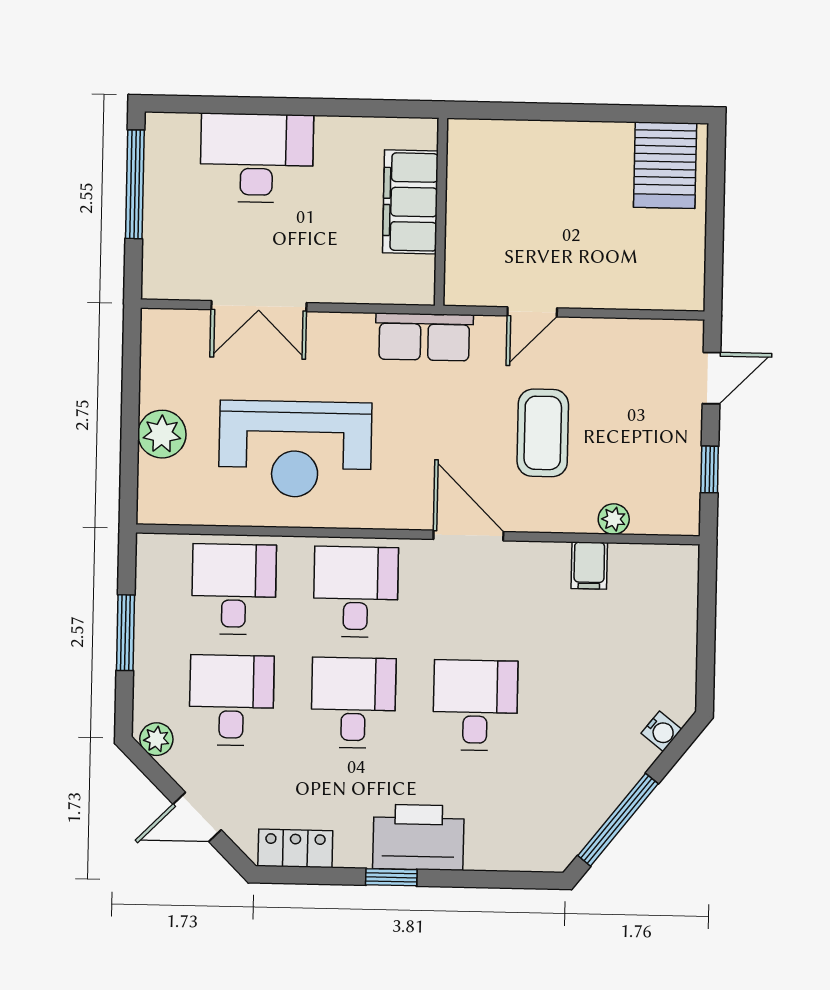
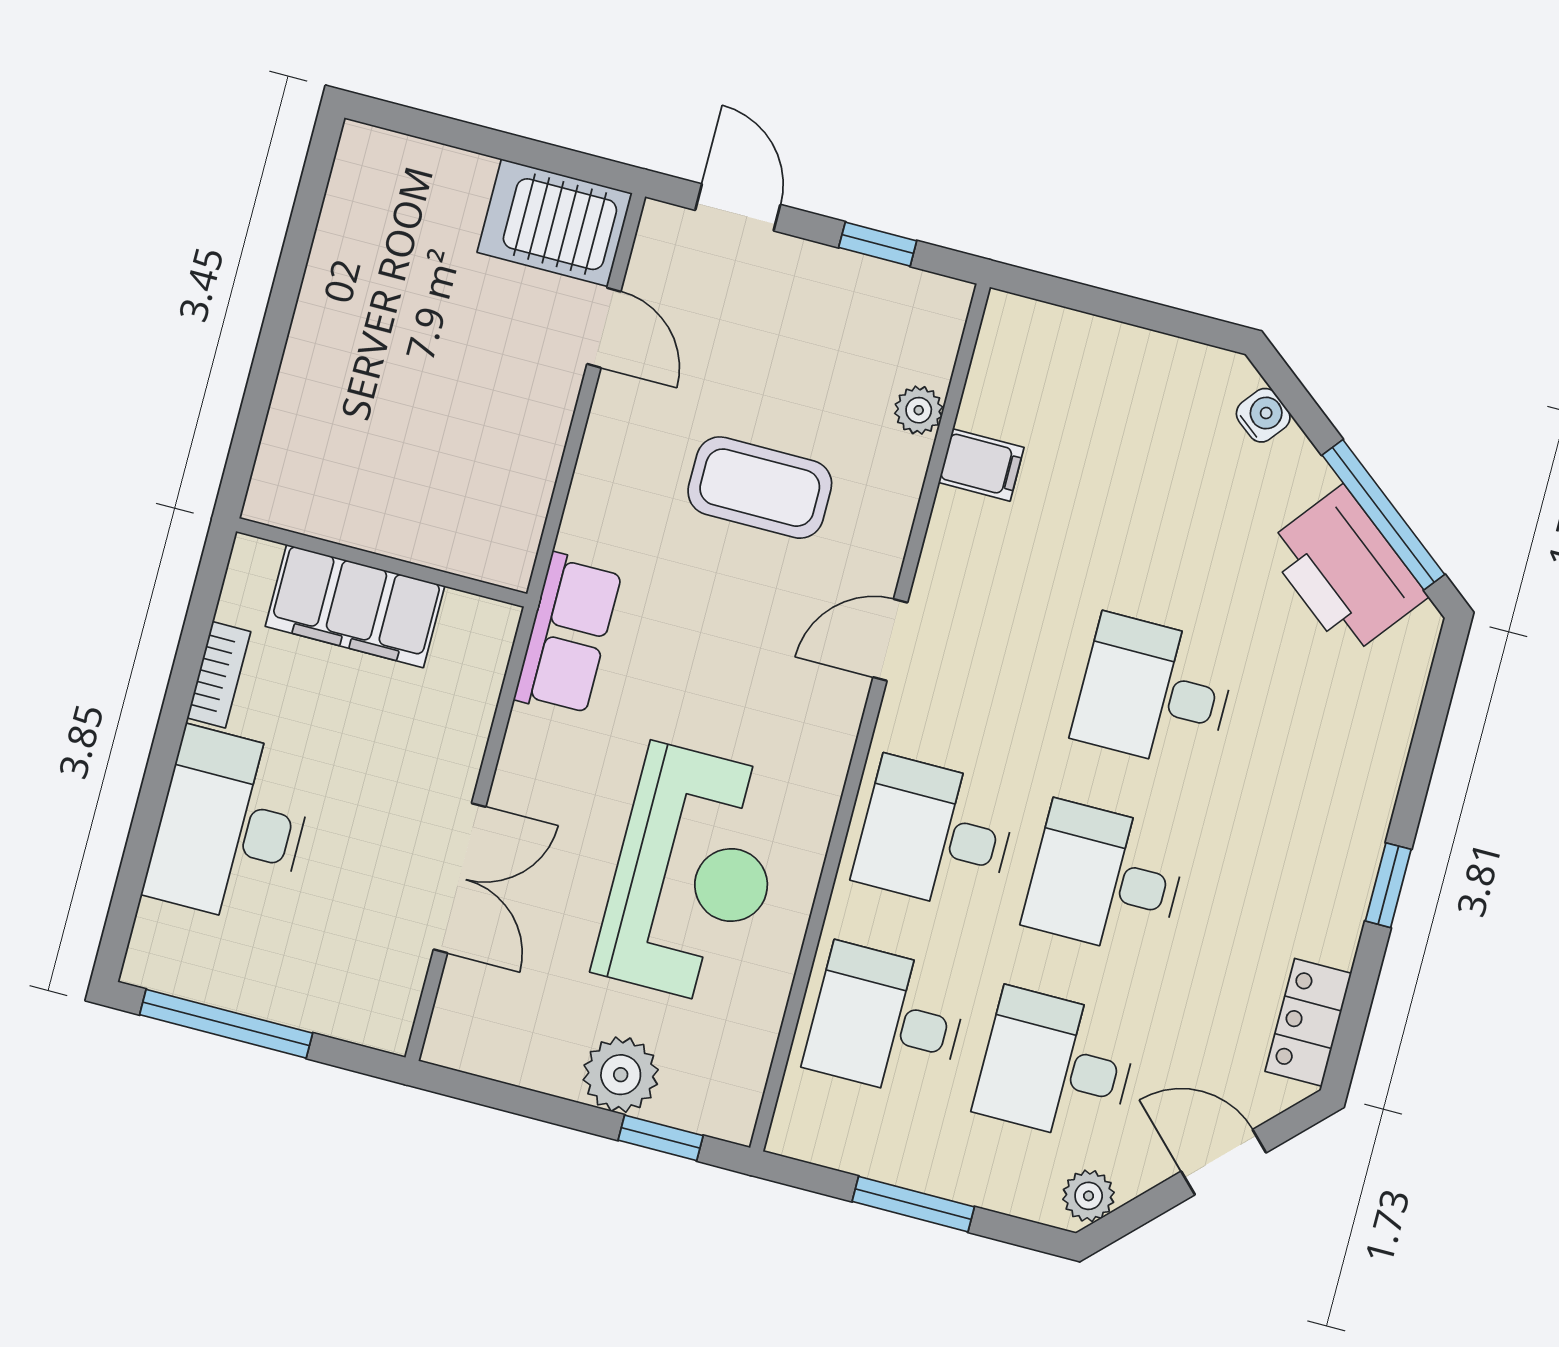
bookcase: (348, 128) -> (219, 675), added
server rack: (665, 165) -> (555, 223), moved, turned 180
door: (532, 312) -> (604, 328), moved
window: (129, 468) -> (661, 1138), added
door: (468, 535) -> (890, 640), width x0.73
door: (197, 817) -> (1224, 1162), swing flipped
printer: (418, 837) -> (1345, 571), moved, turned -52

